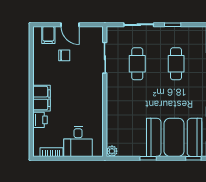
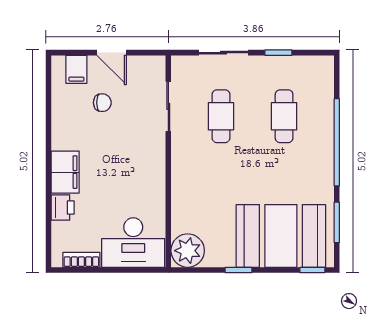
desk: (78, 141) -> (133, 243), width x1.37
plant: (112, 151) -> (188, 251), width x1.88, depth x1.88

